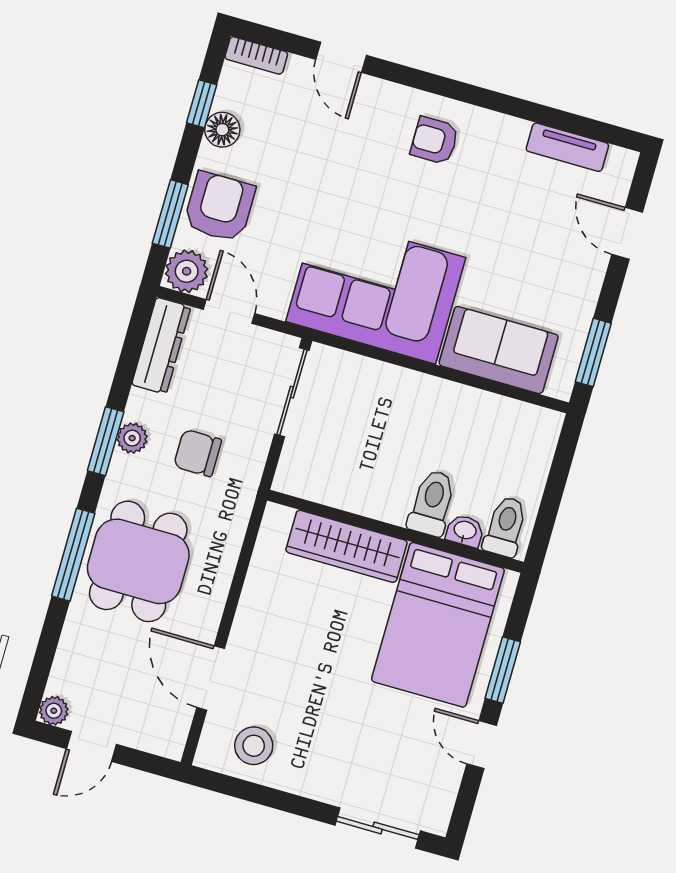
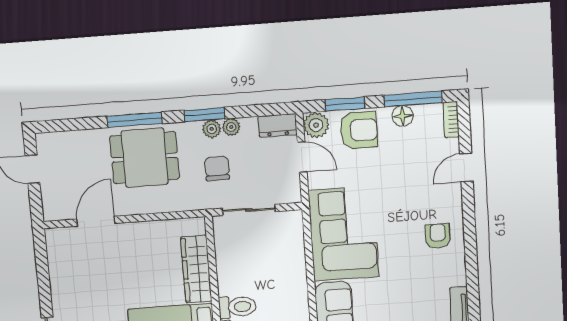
window: (202, 104) -> (413, 99), width x2.17
door: (229, 311) -> (302, 157), hinge flipped
dresser: (161, 346) -> (278, 126), width x0.70
sliding door: (292, 392) -> (249, 210), moved
plant: (54, 711) -> (231, 127), moved
stool: (254, 746) -> (68, 258), removed

